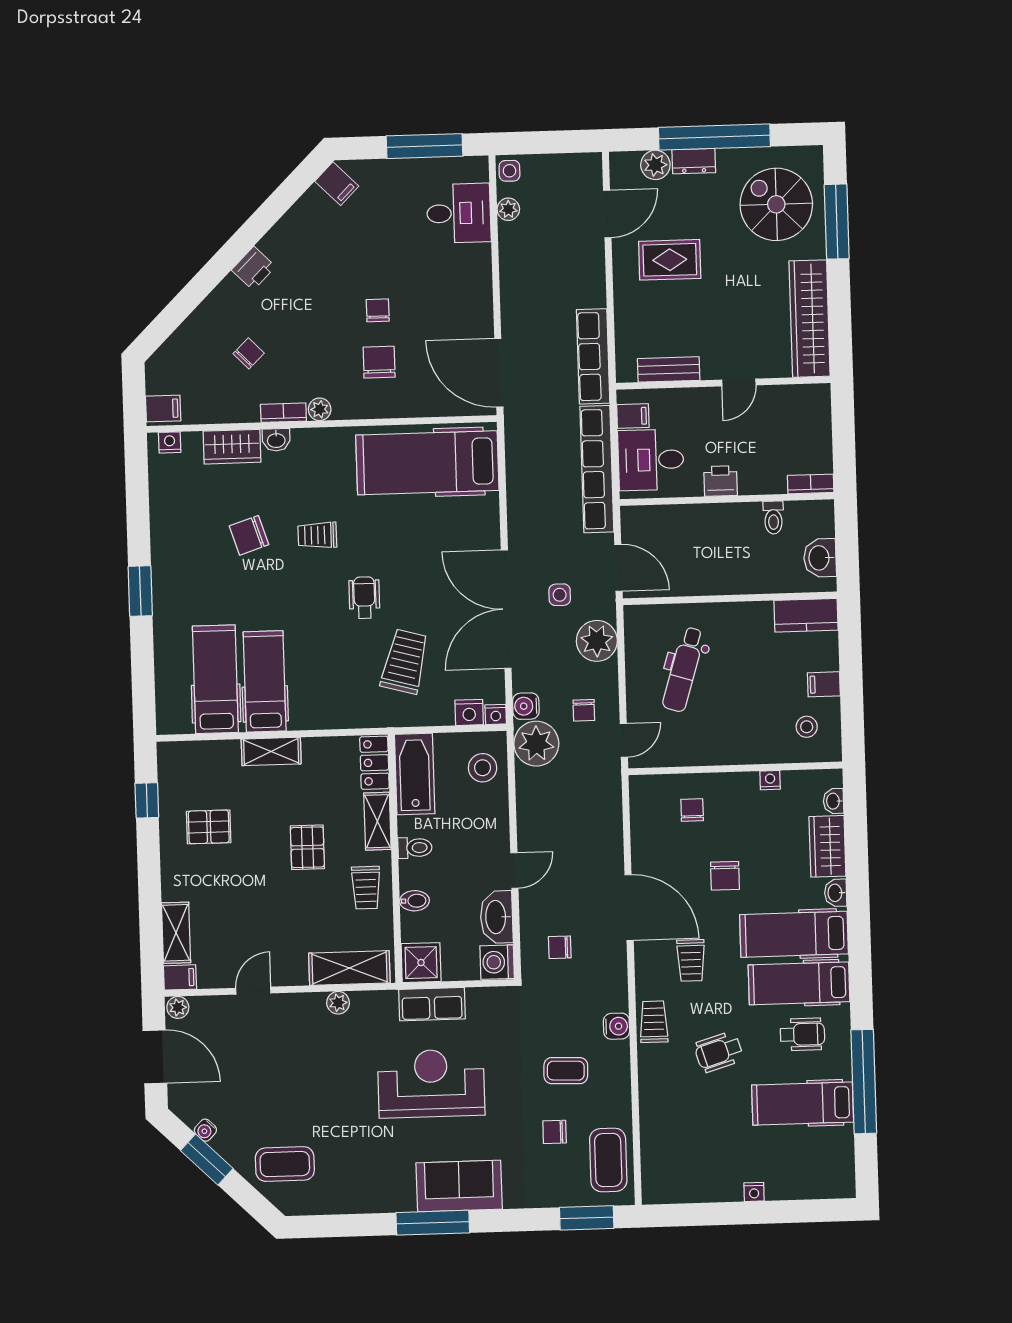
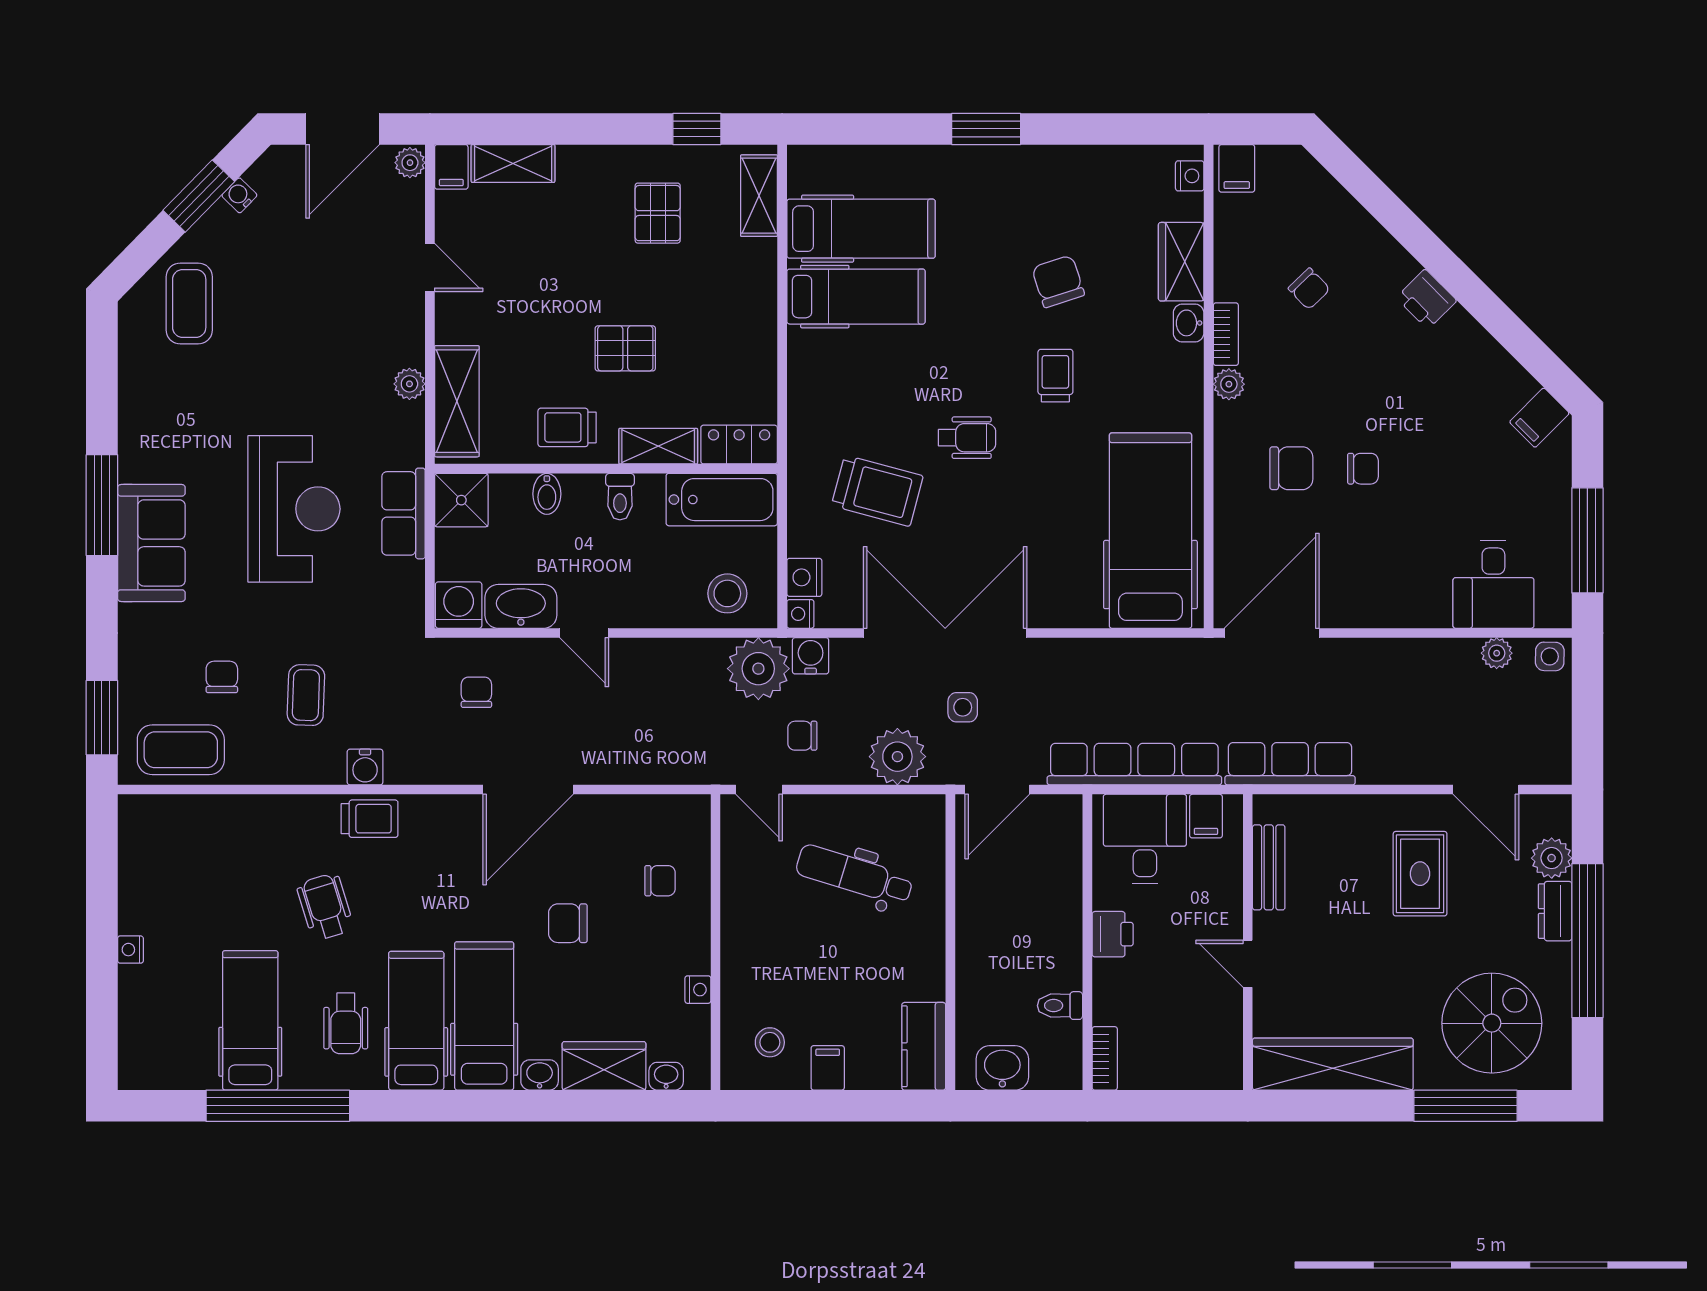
shelving: (271, 751) -> (759, 196), moved
trolley: (691, 960) -> (453, 873), removed

